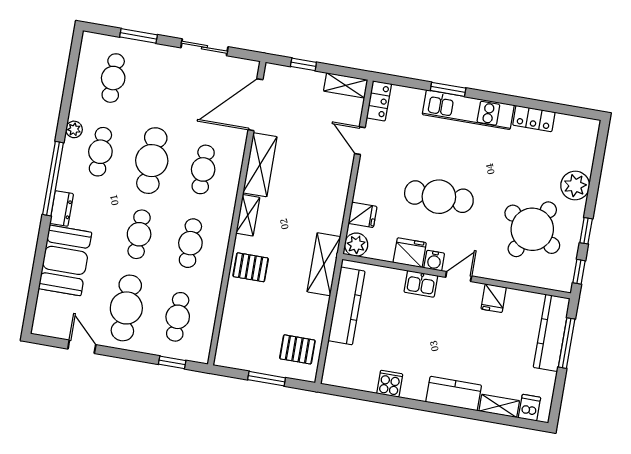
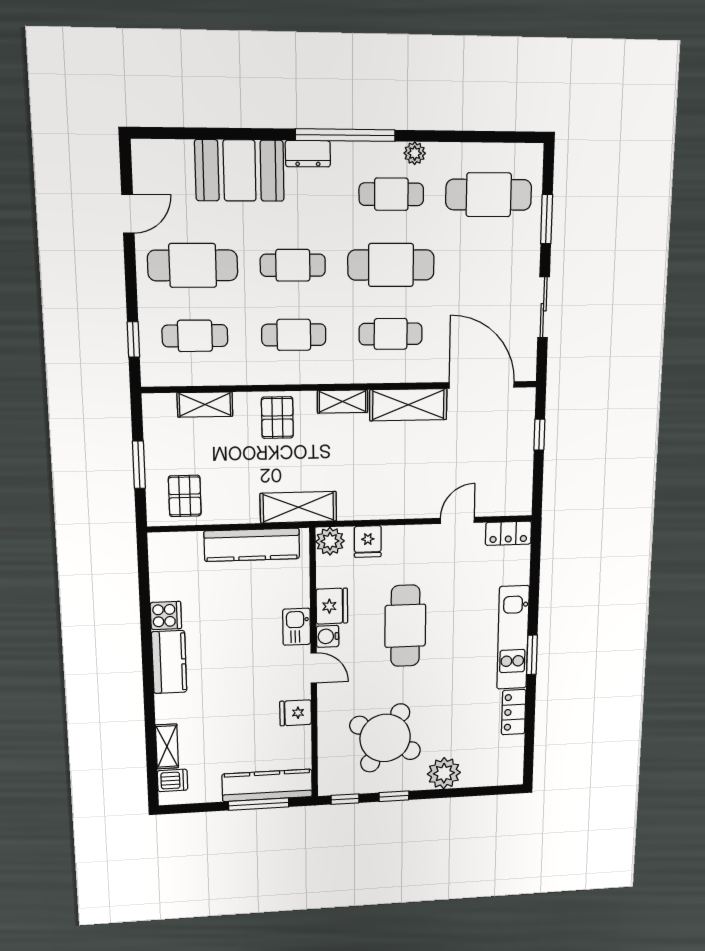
cafe table: (113, 78) -> (489, 195), width x1.37, depth x1.35
shelving: (346, 85) -> (205, 405), moved, turned 90
window: (448, 89) -> (532, 655), moved
kitchen counter: (454, 394) -> (169, 662), moved

